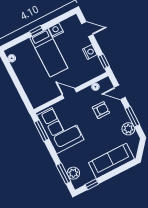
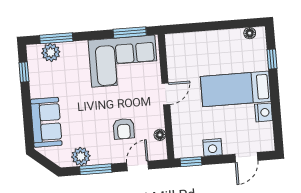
window: (36, 31) -> (272, 59), moved
sofa: (111, 161) -> (46, 122), width x0.73

